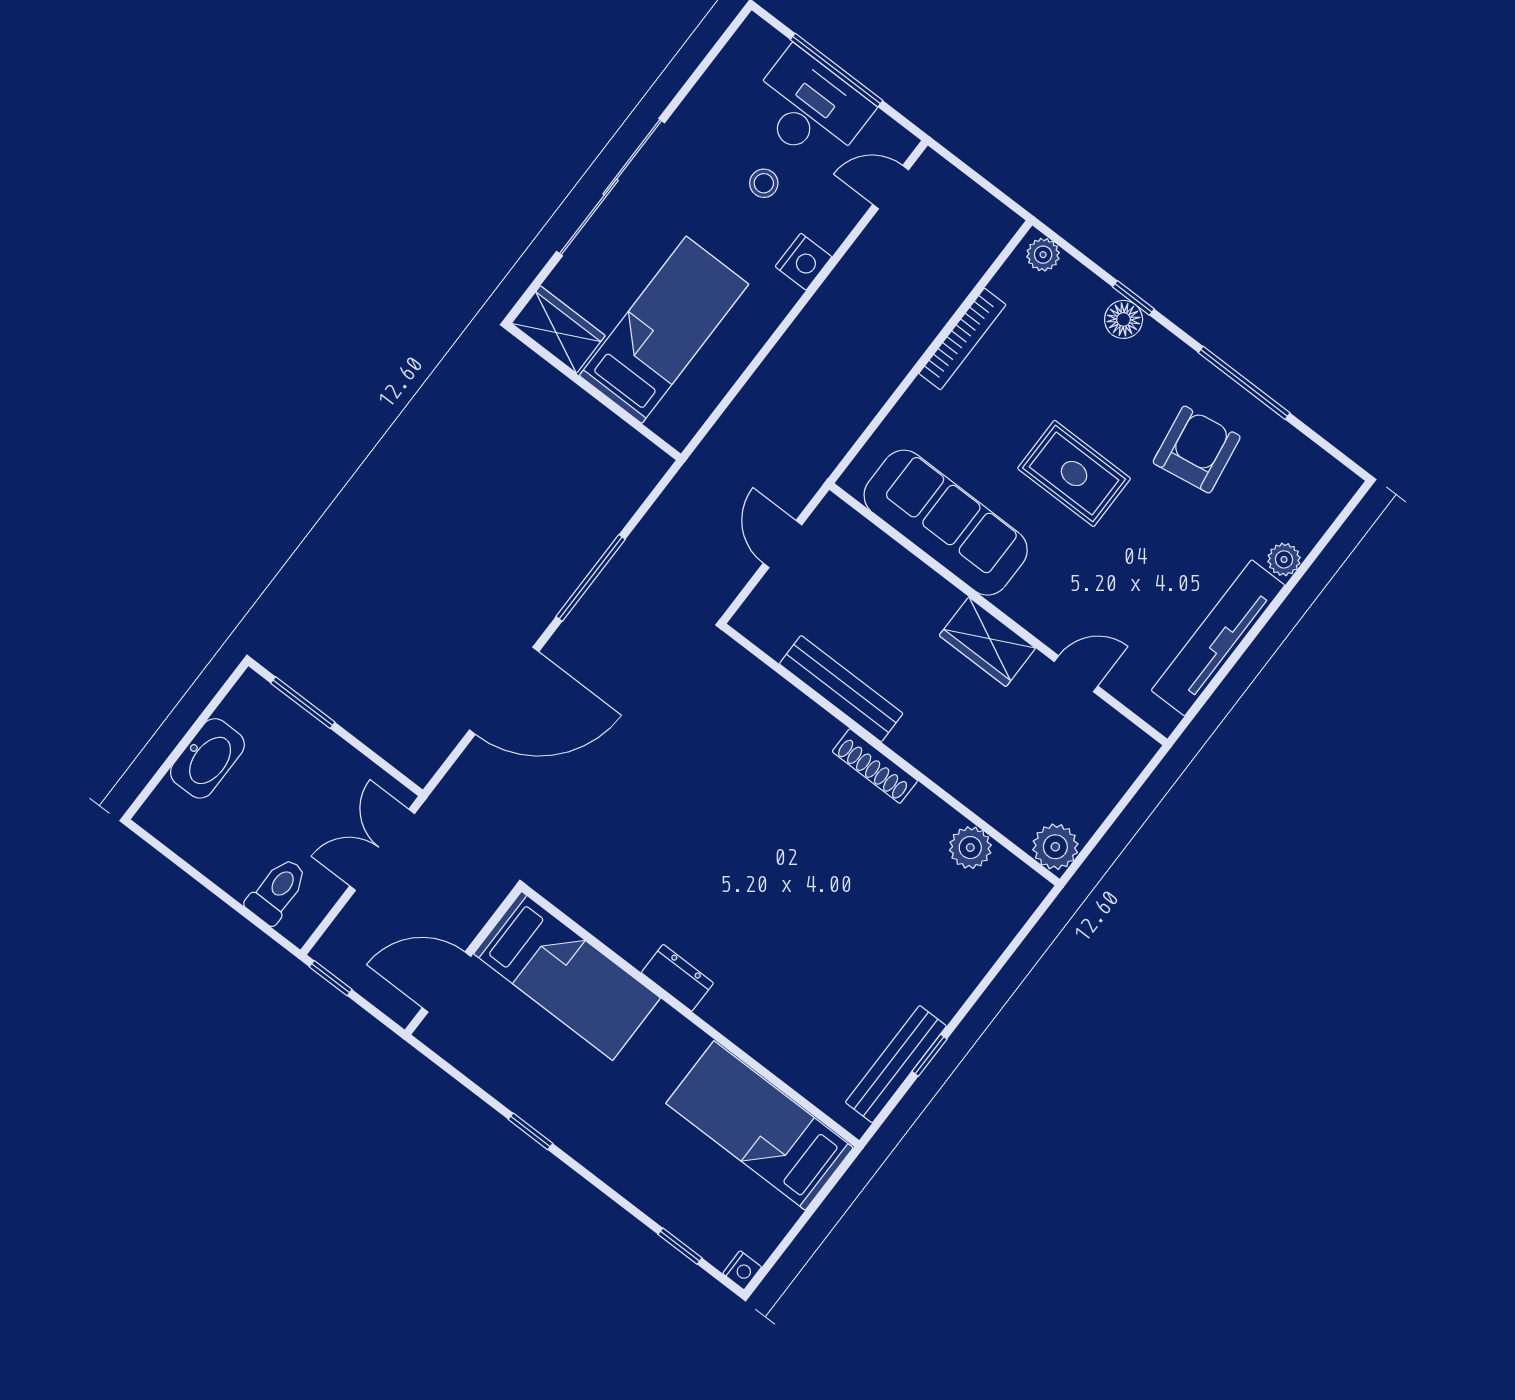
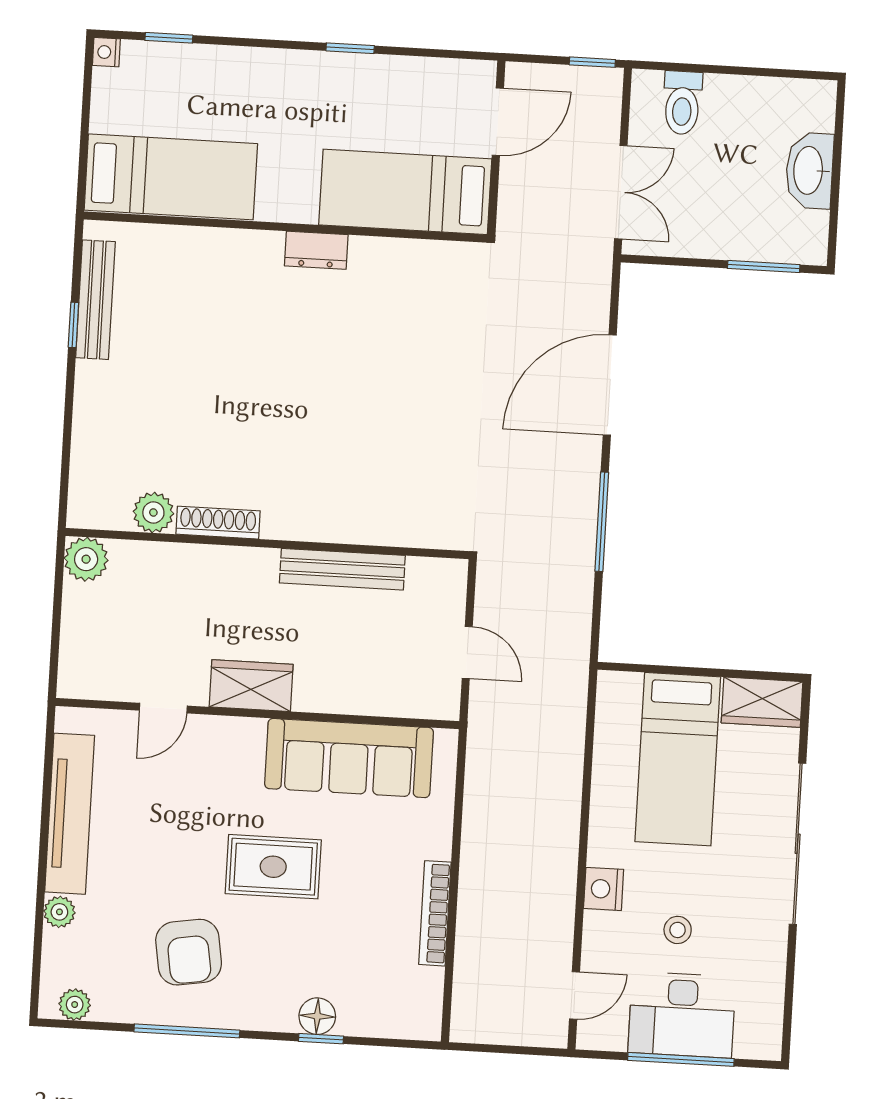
plant: (1043, 255) -> (75, 1005), moved
shoe rack: (875, 766) -> (218, 523), moved

